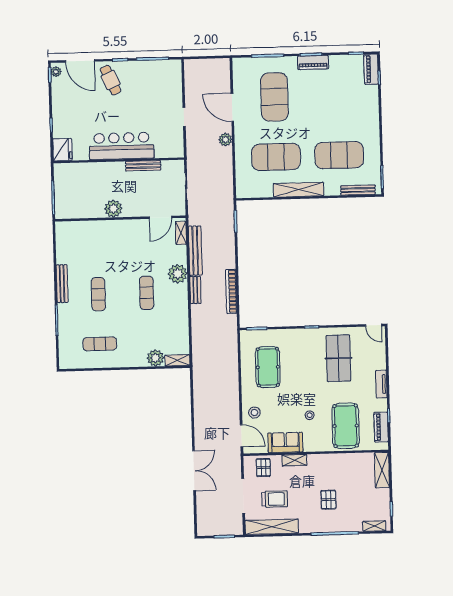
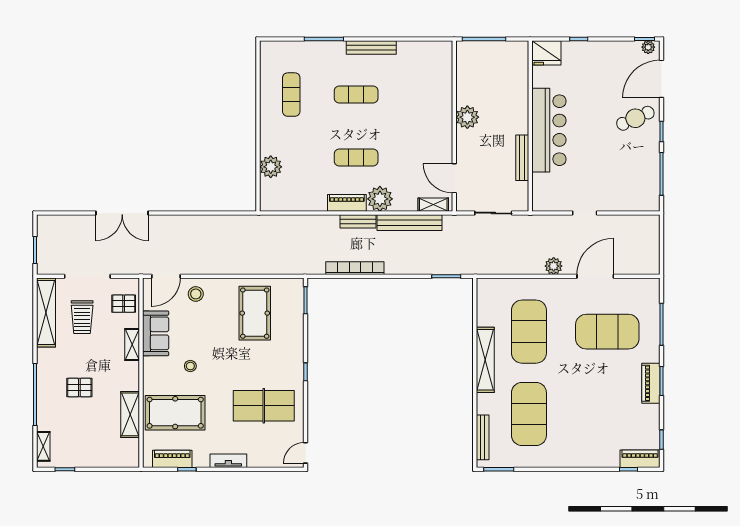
piano: (181, 299) -> (347, 203), added
shelving: (177, 360) -> (267, 195), removed
pool table: (268, 367) -> (255, 313), turned 90
shelving: (382, 470) -> (130, 414), moved, turned 90

